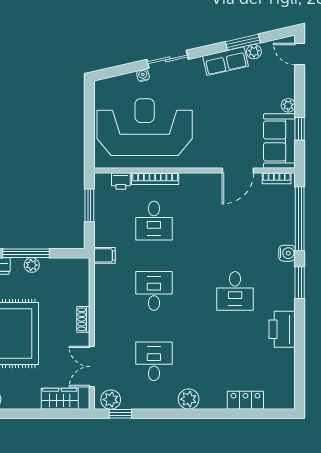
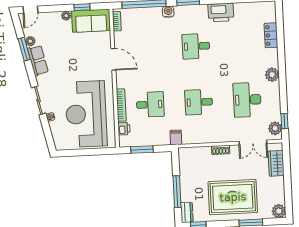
door: (238, 170) -> (113, 59), moved
plant: (32, 265) -> (185, 187), removed
desk: (235, 291) -> (196, 46), turned 180
desk: (154, 361) -> (247, 100), width x1.37

